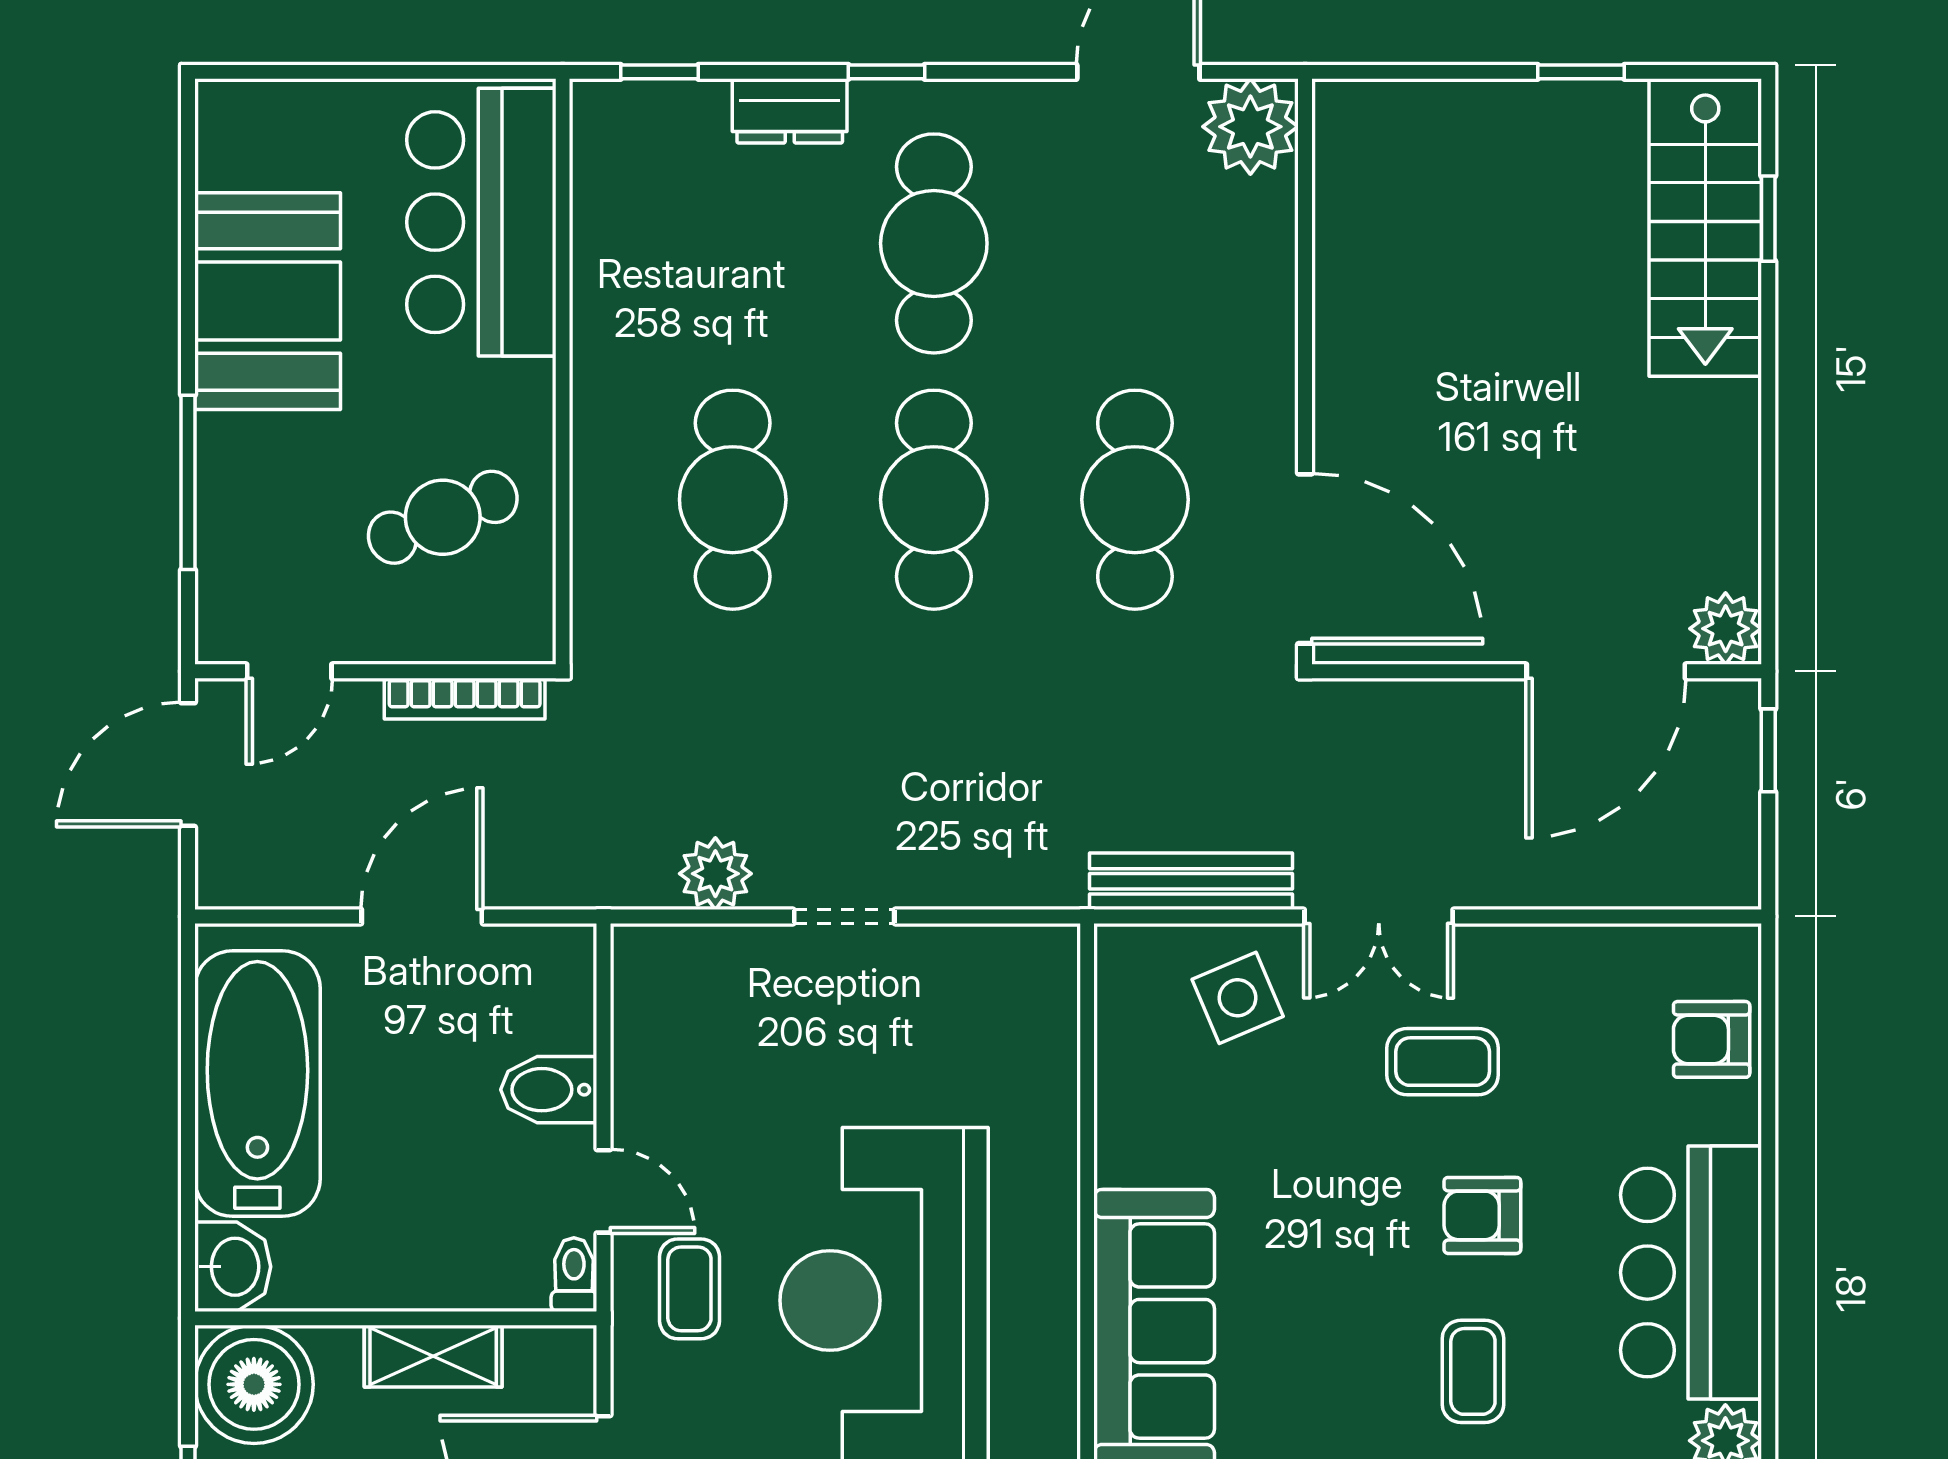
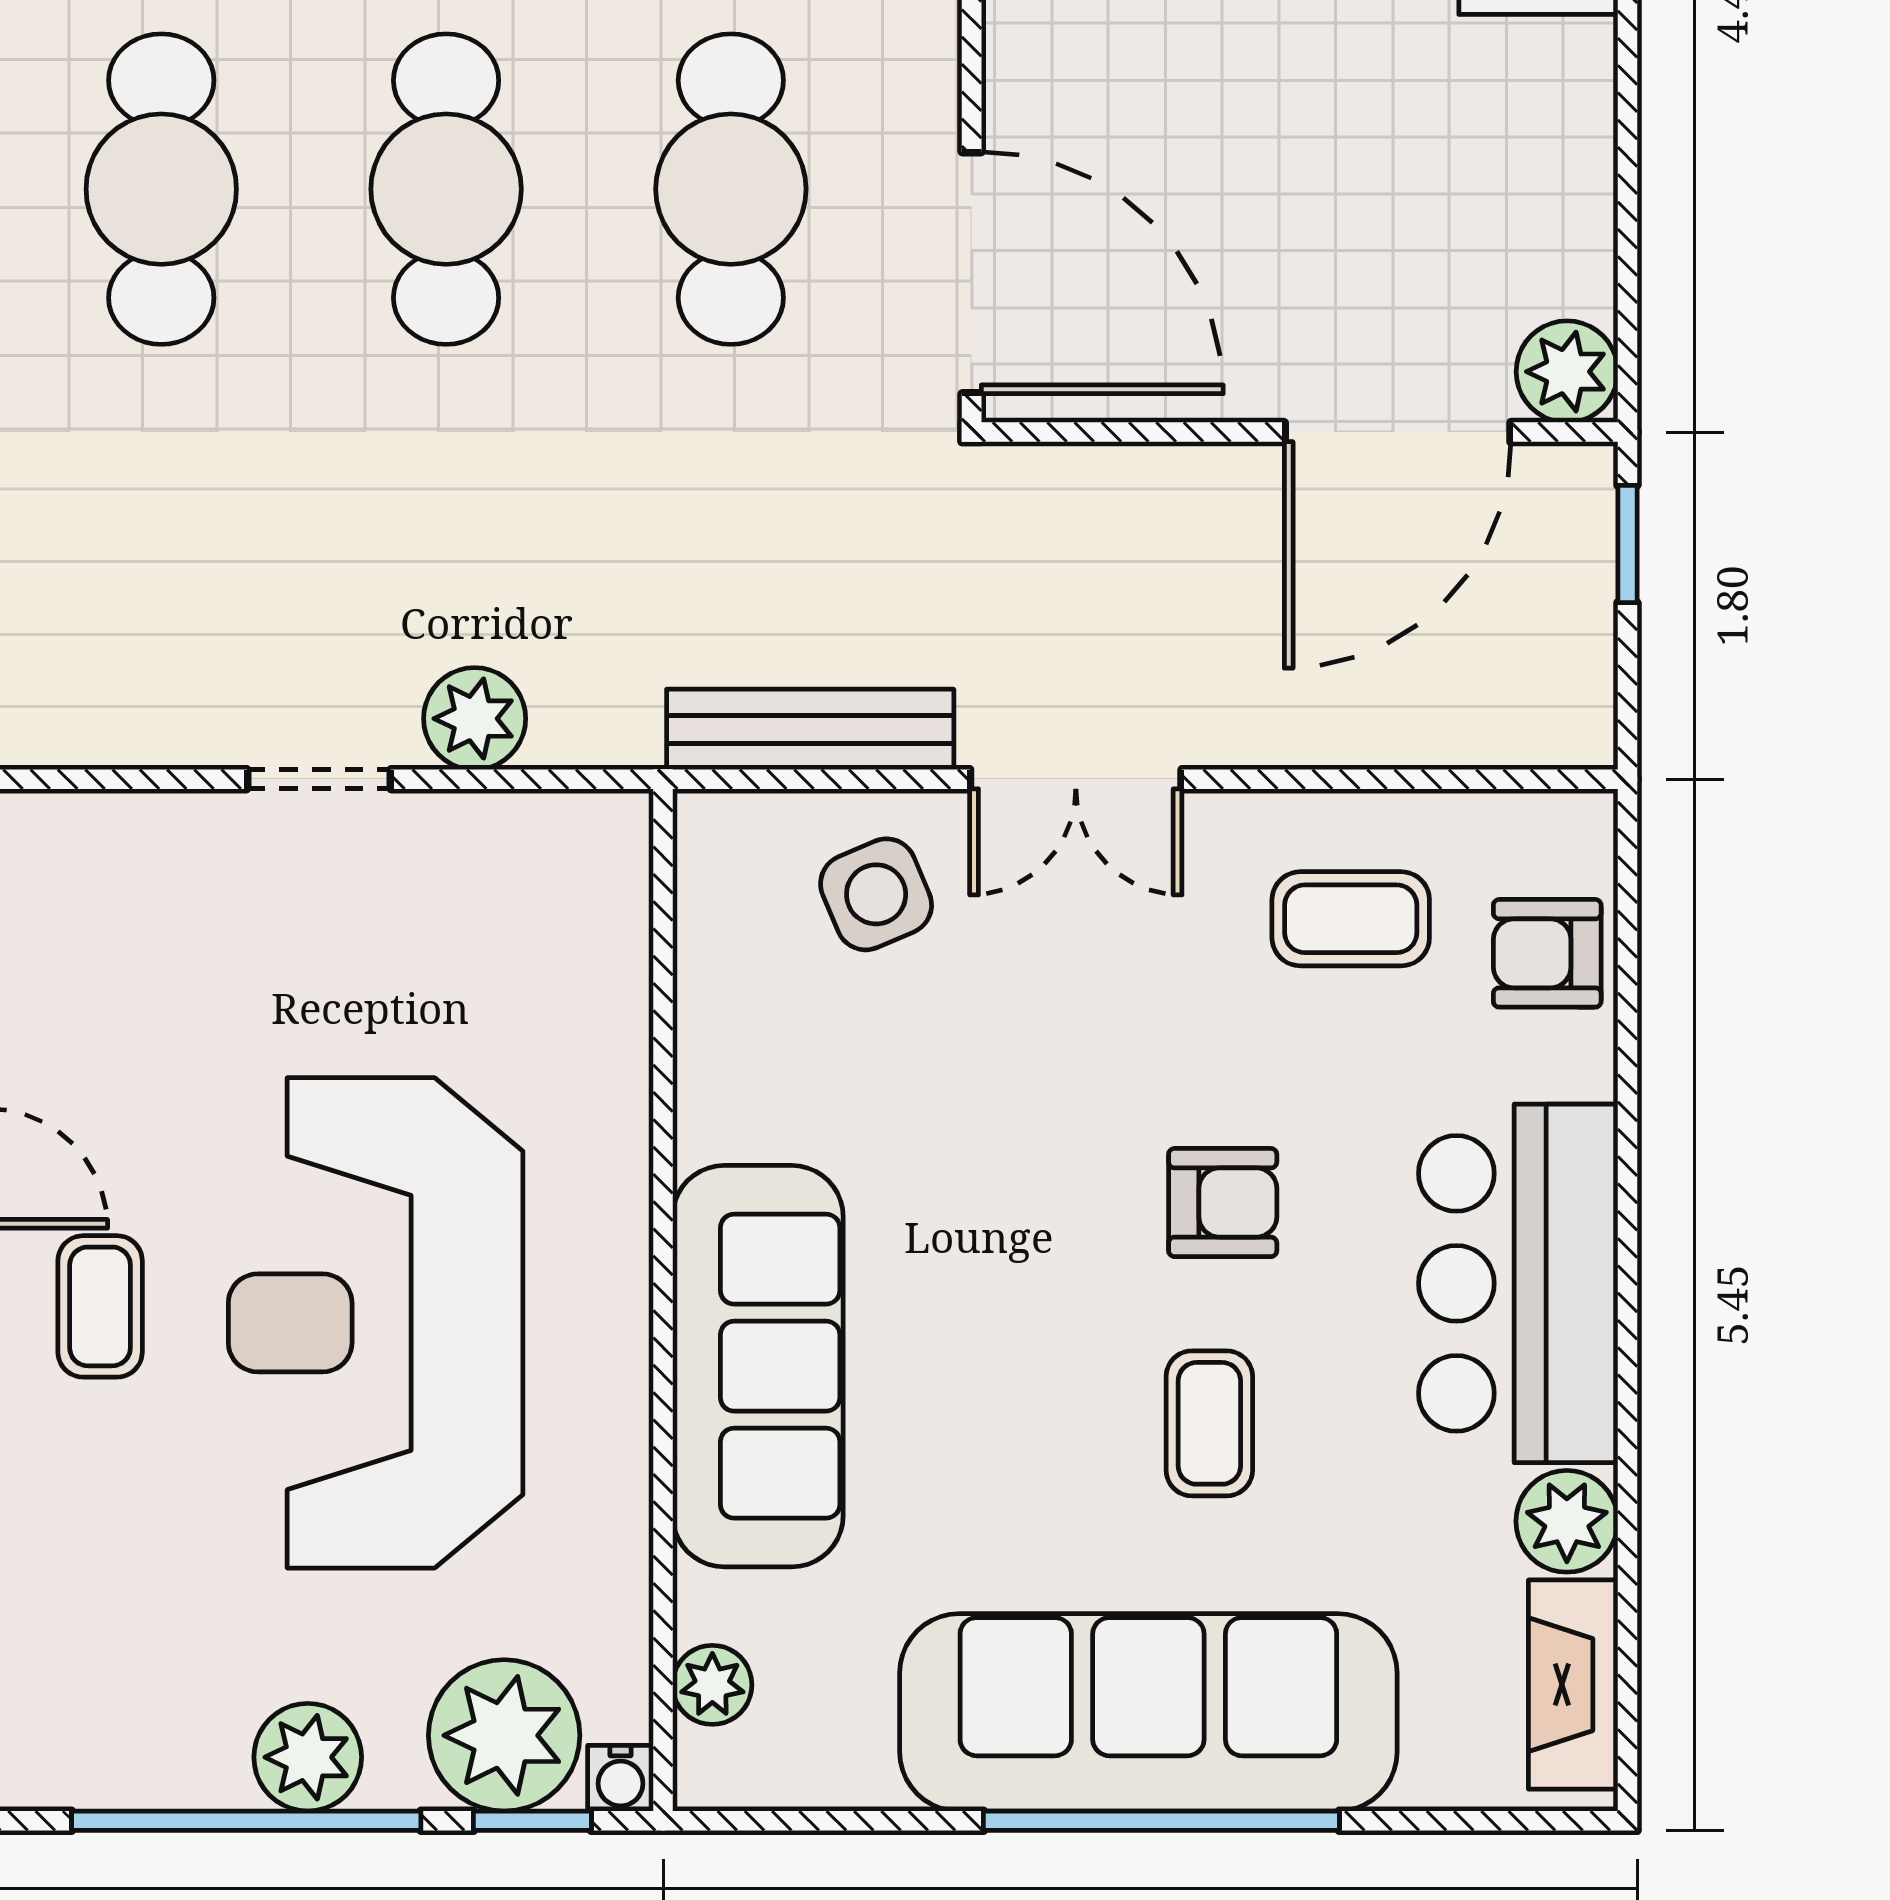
plant: (715, 874) -> (475, 719), moved
coffee table: (1443, 1062) -> (1351, 919), moved
armchair: (1482, 1215) -> (1223, 1203), turned 180

